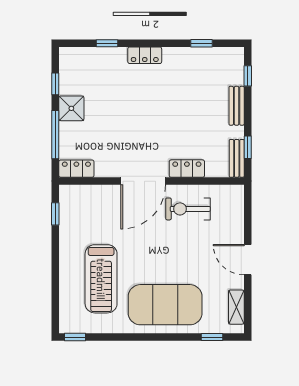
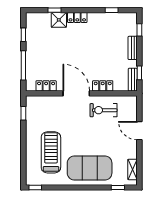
shower: (71, 108) -> (59, 20), moved
locker: (76, 169) -> (46, 86), moved
door: (143, 181) -> (76, 93), swing flipped
door: (248, 260) -> (139, 131), moved
treadmill: (101, 279) -> (51, 152), turned 180

